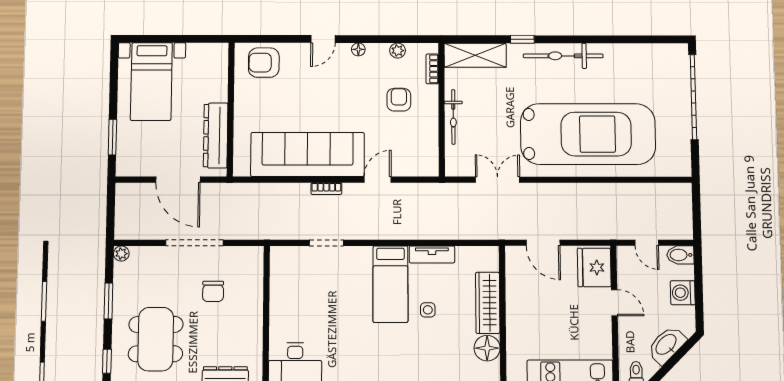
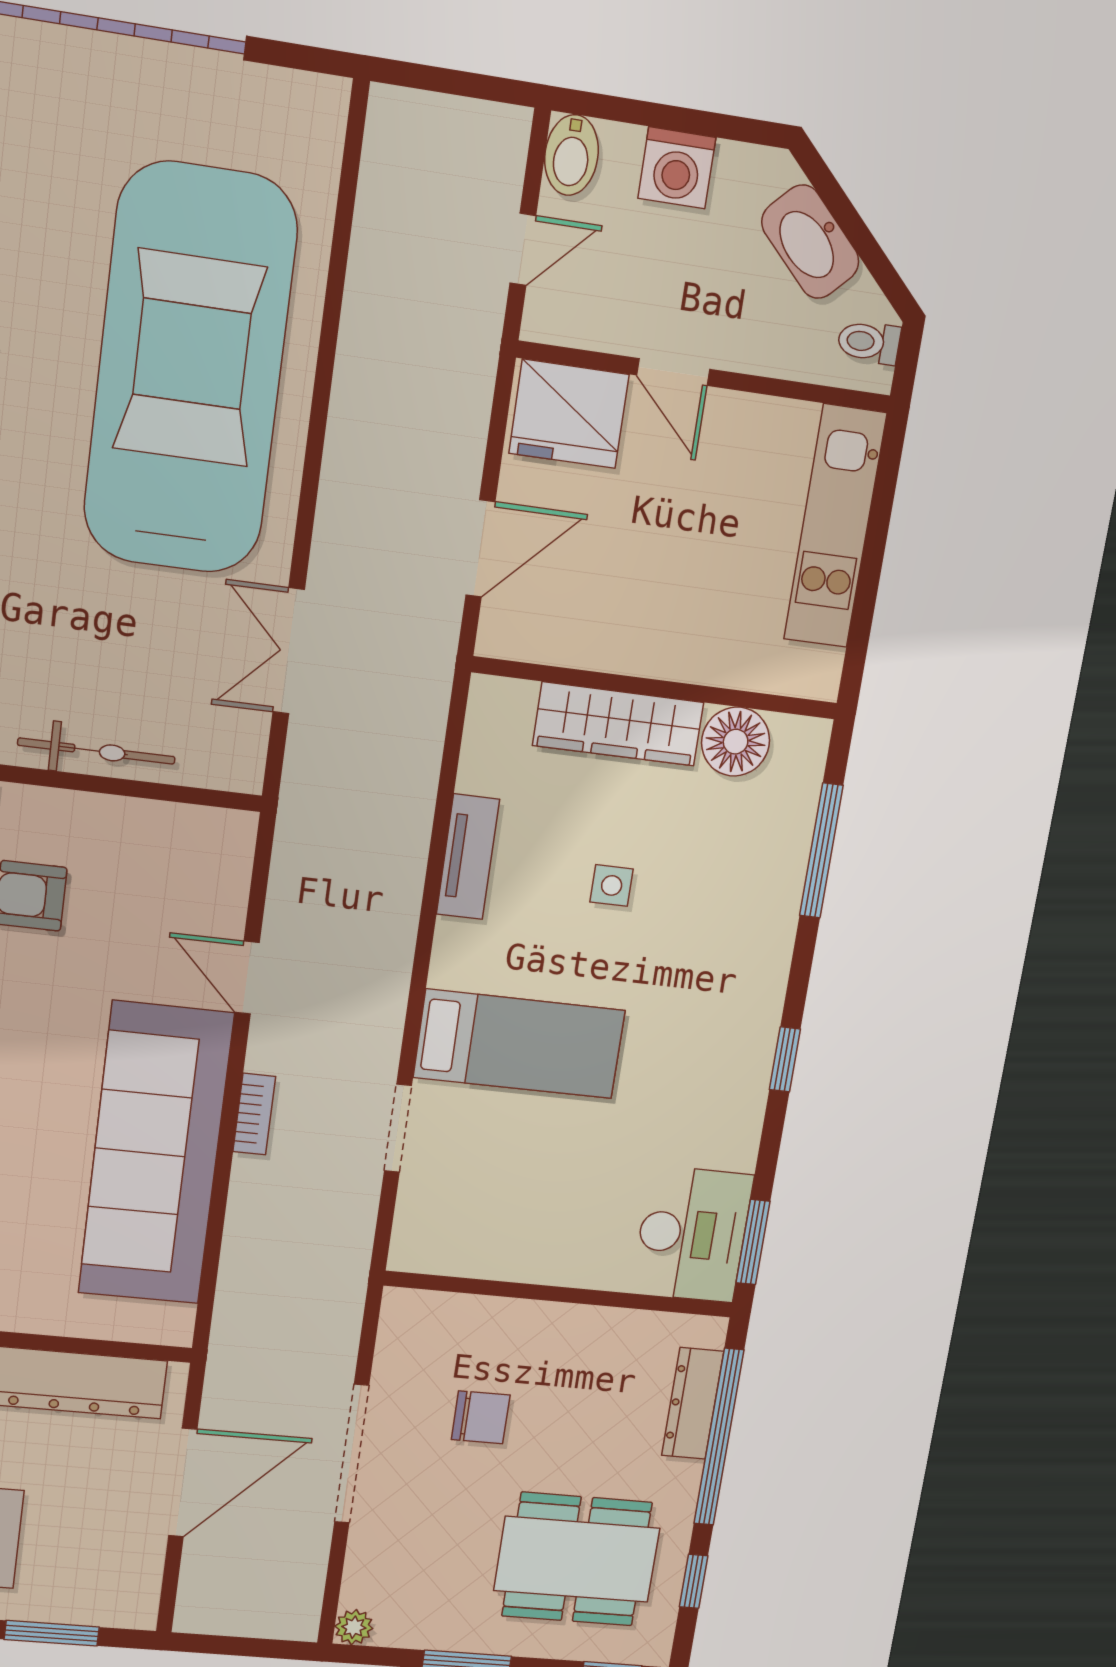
bed: (390, 284) -> (519, 1044), moved
door: (614, 303) -> (673, 372), swing flipped

